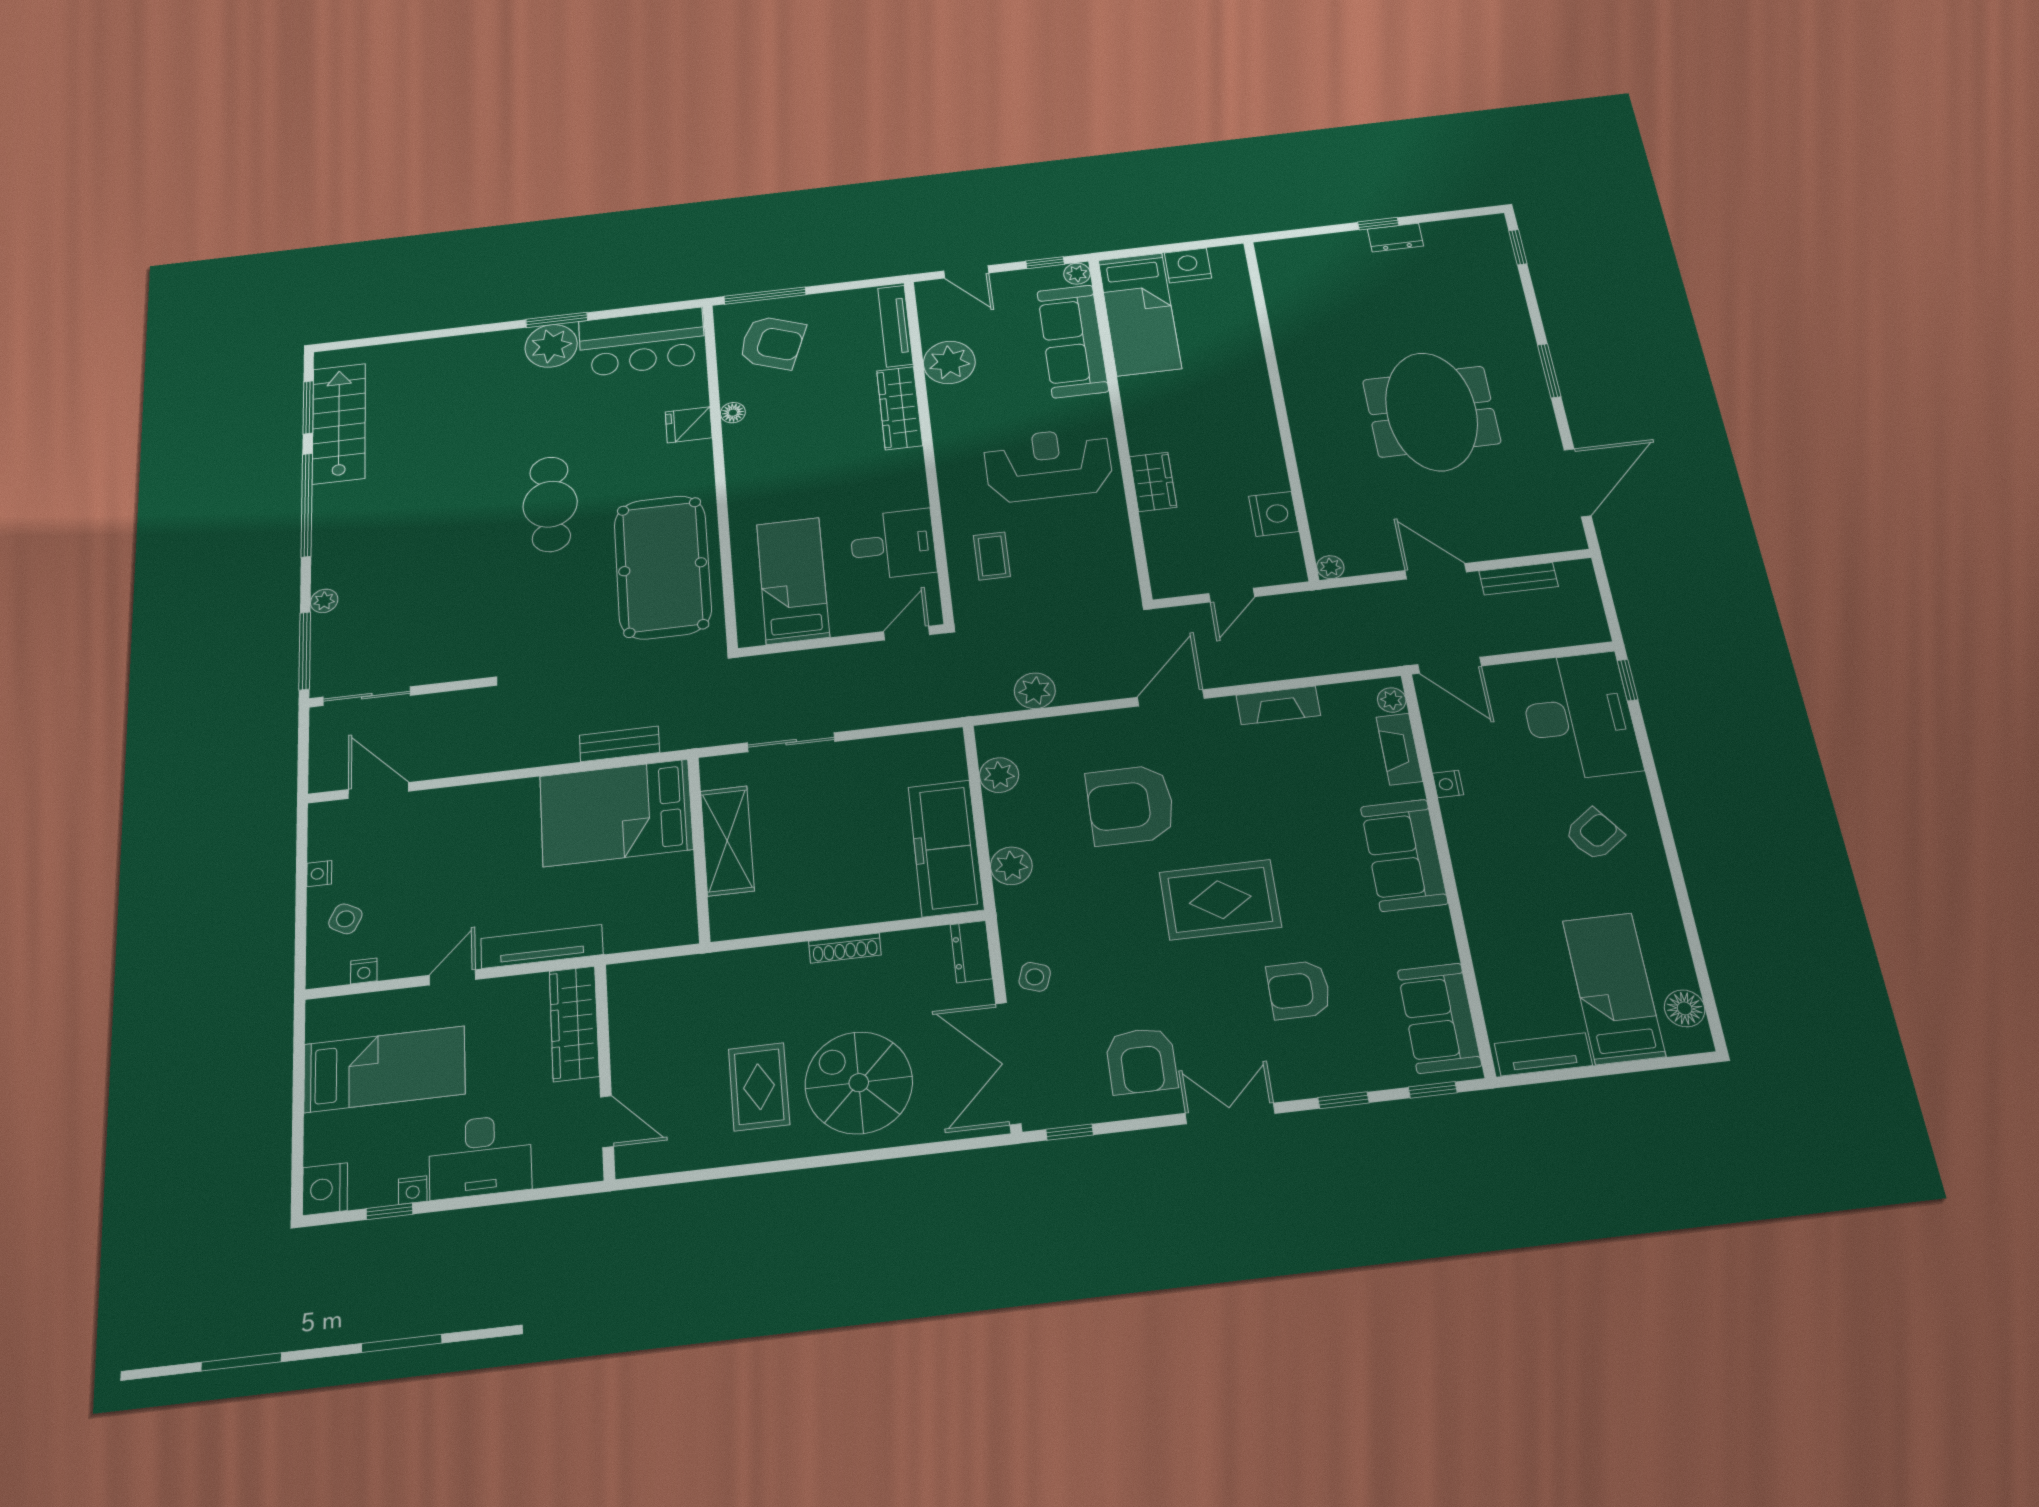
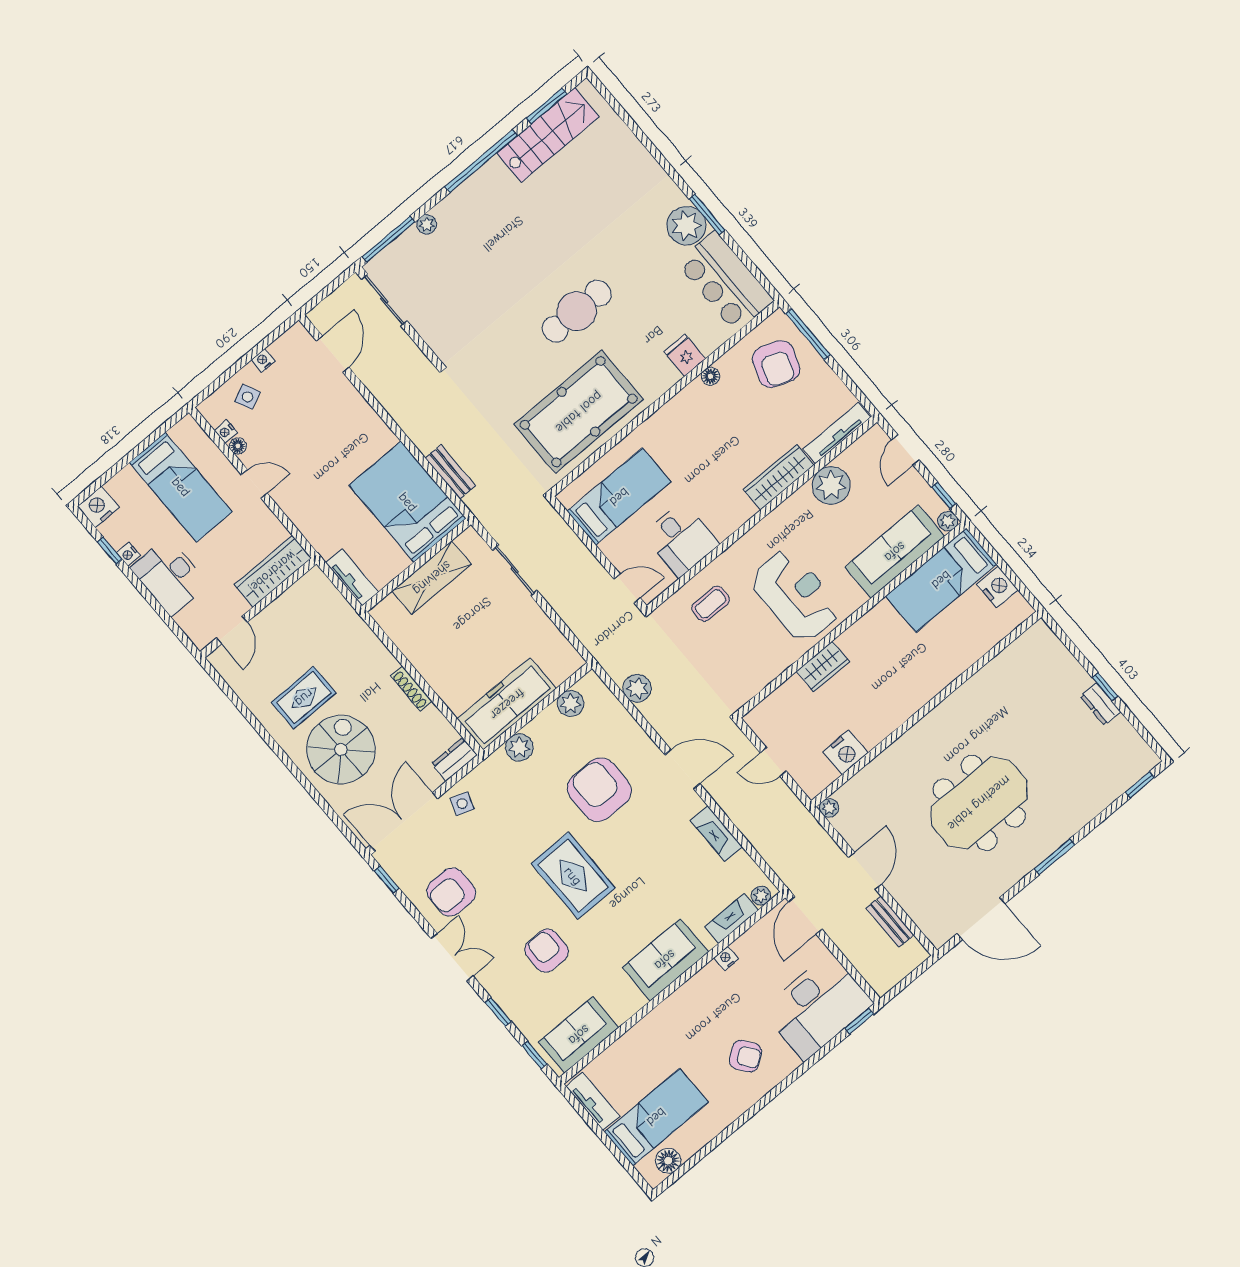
side table: (345, 919) -> (248, 397), turned 37
tv unit: (542, 946) -> (352, 577), moved, width x0.71
floor lamp: (392, 968) -> (238, 446), added

